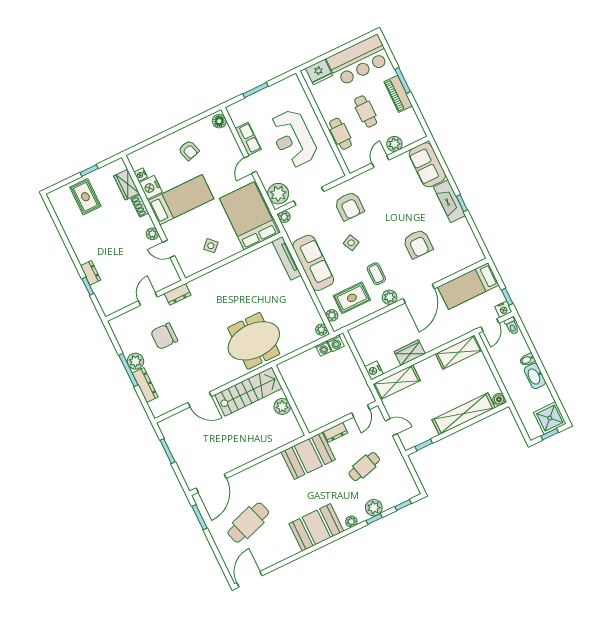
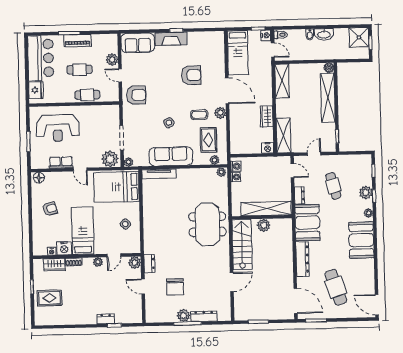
reception desk: (293, 139) -> (58, 128), moved
armchair: (349, 206) -> (136, 95), moved
plant: (171, 277) -> (135, 263), added
shelving: (303, 400) -> (266, 209), added
dresser: (263, 469) -> (302, 259), added

